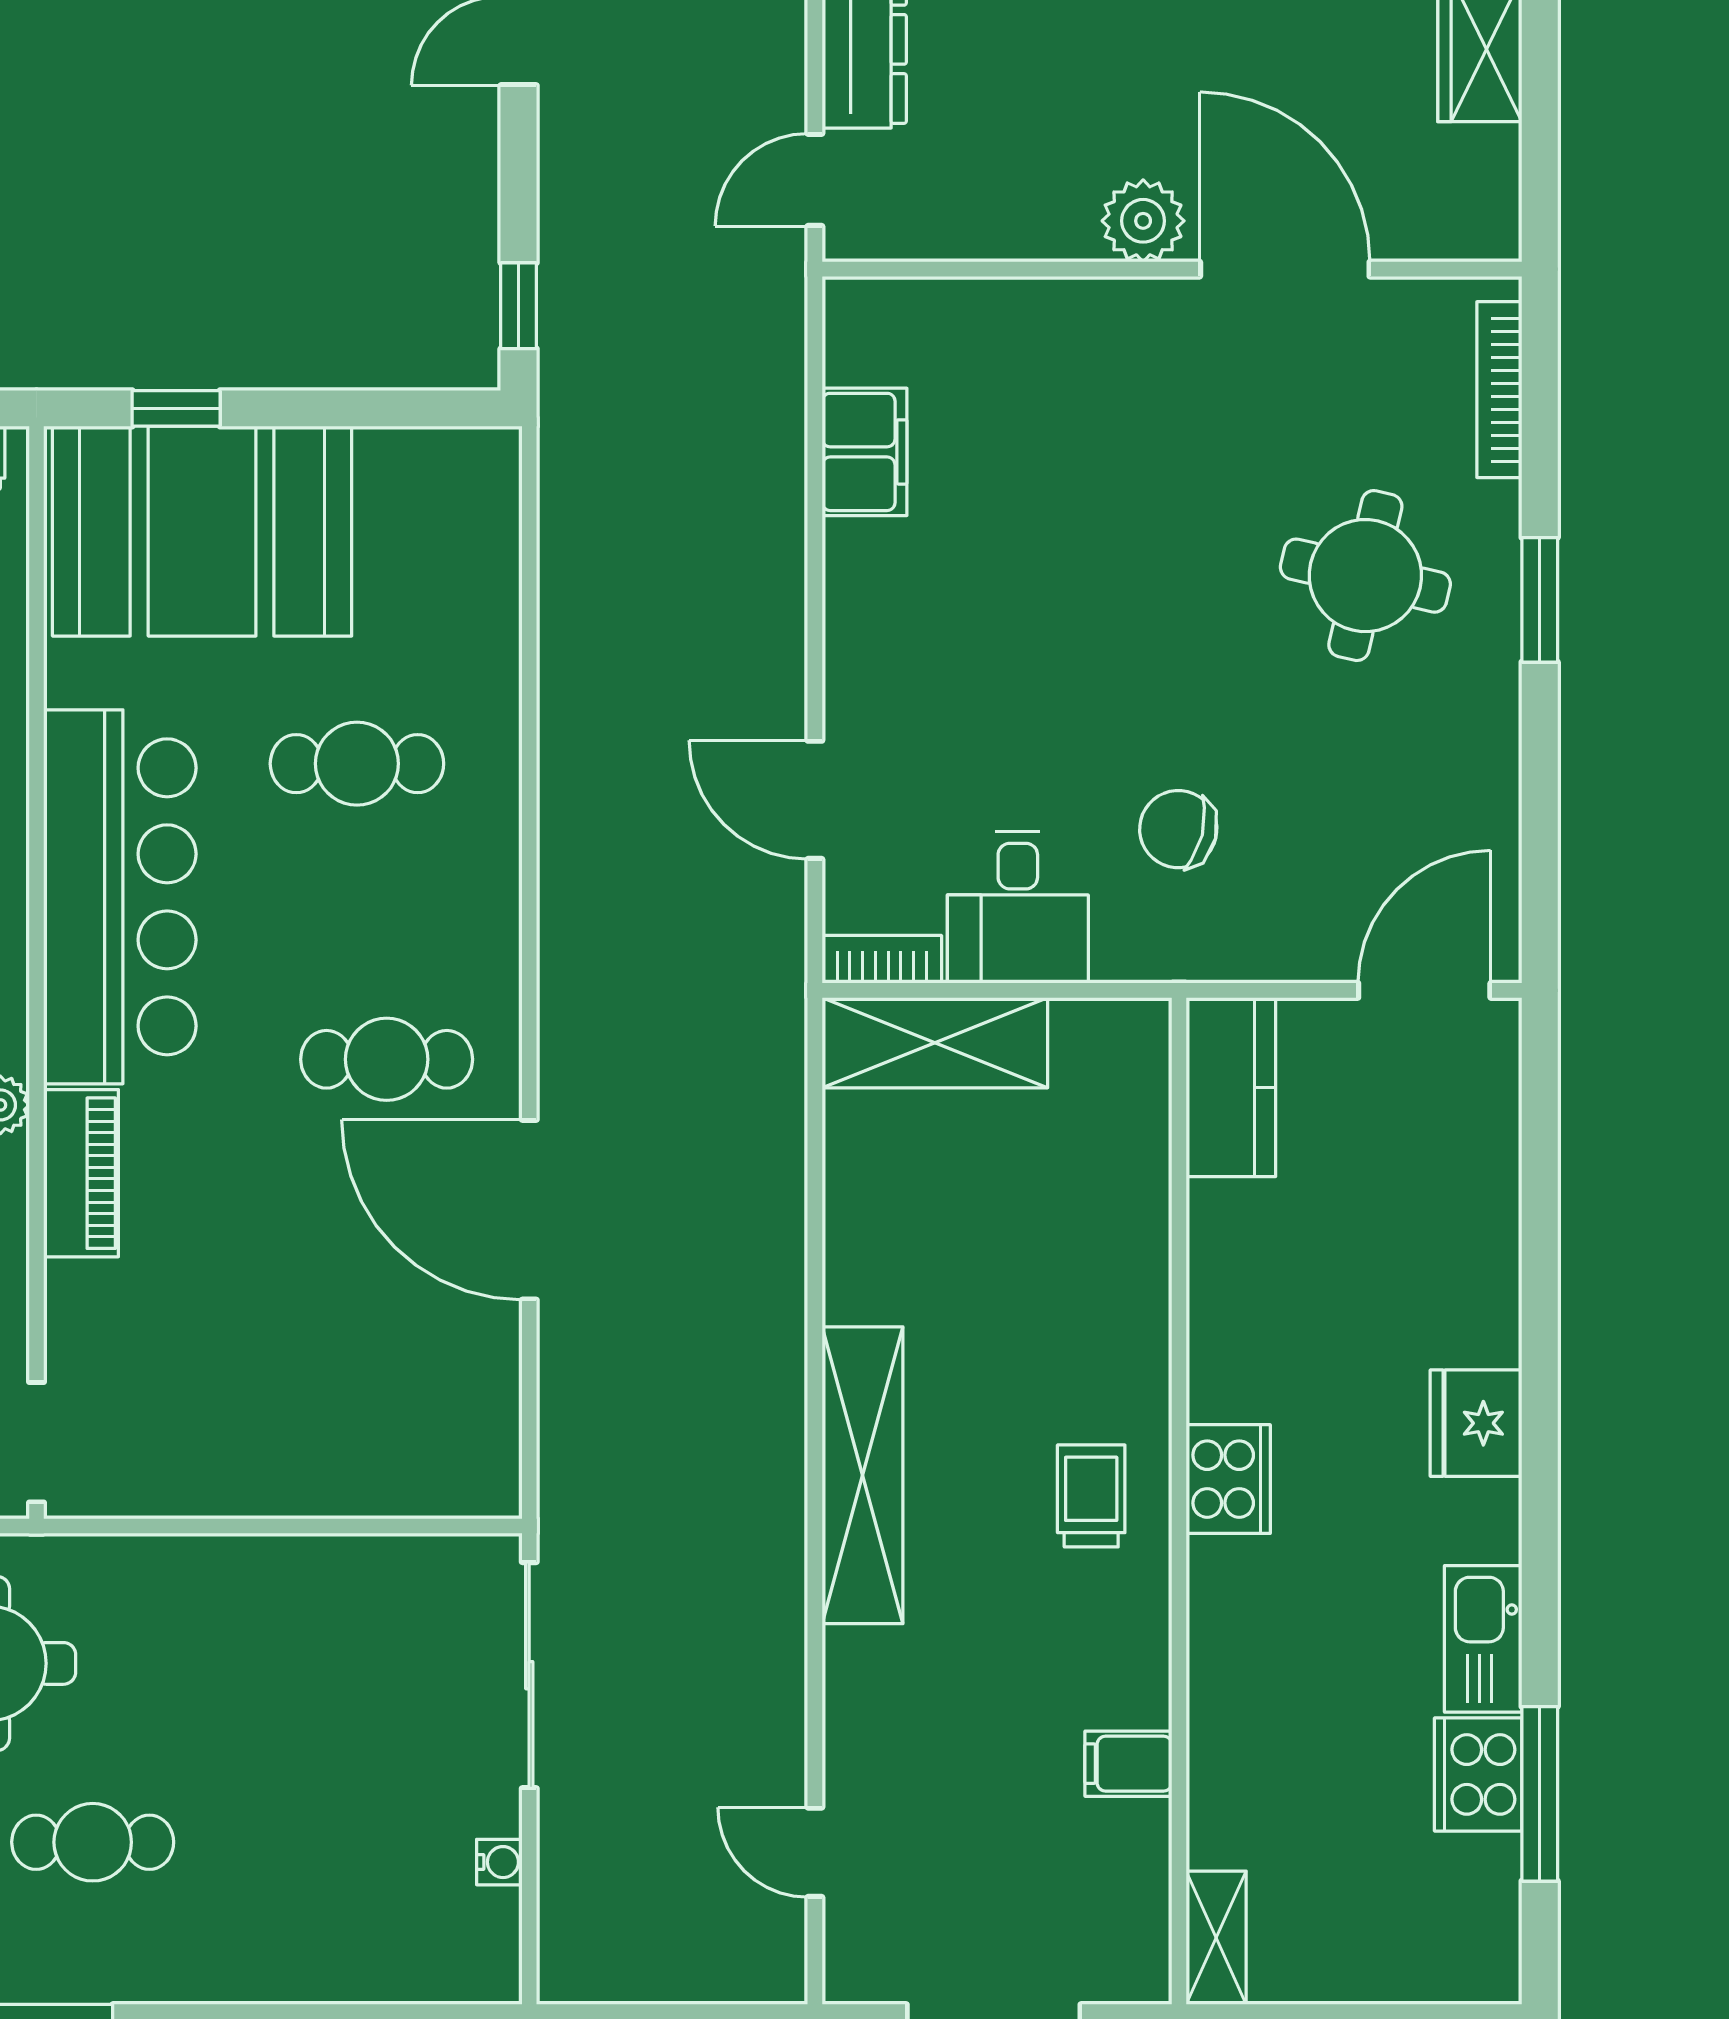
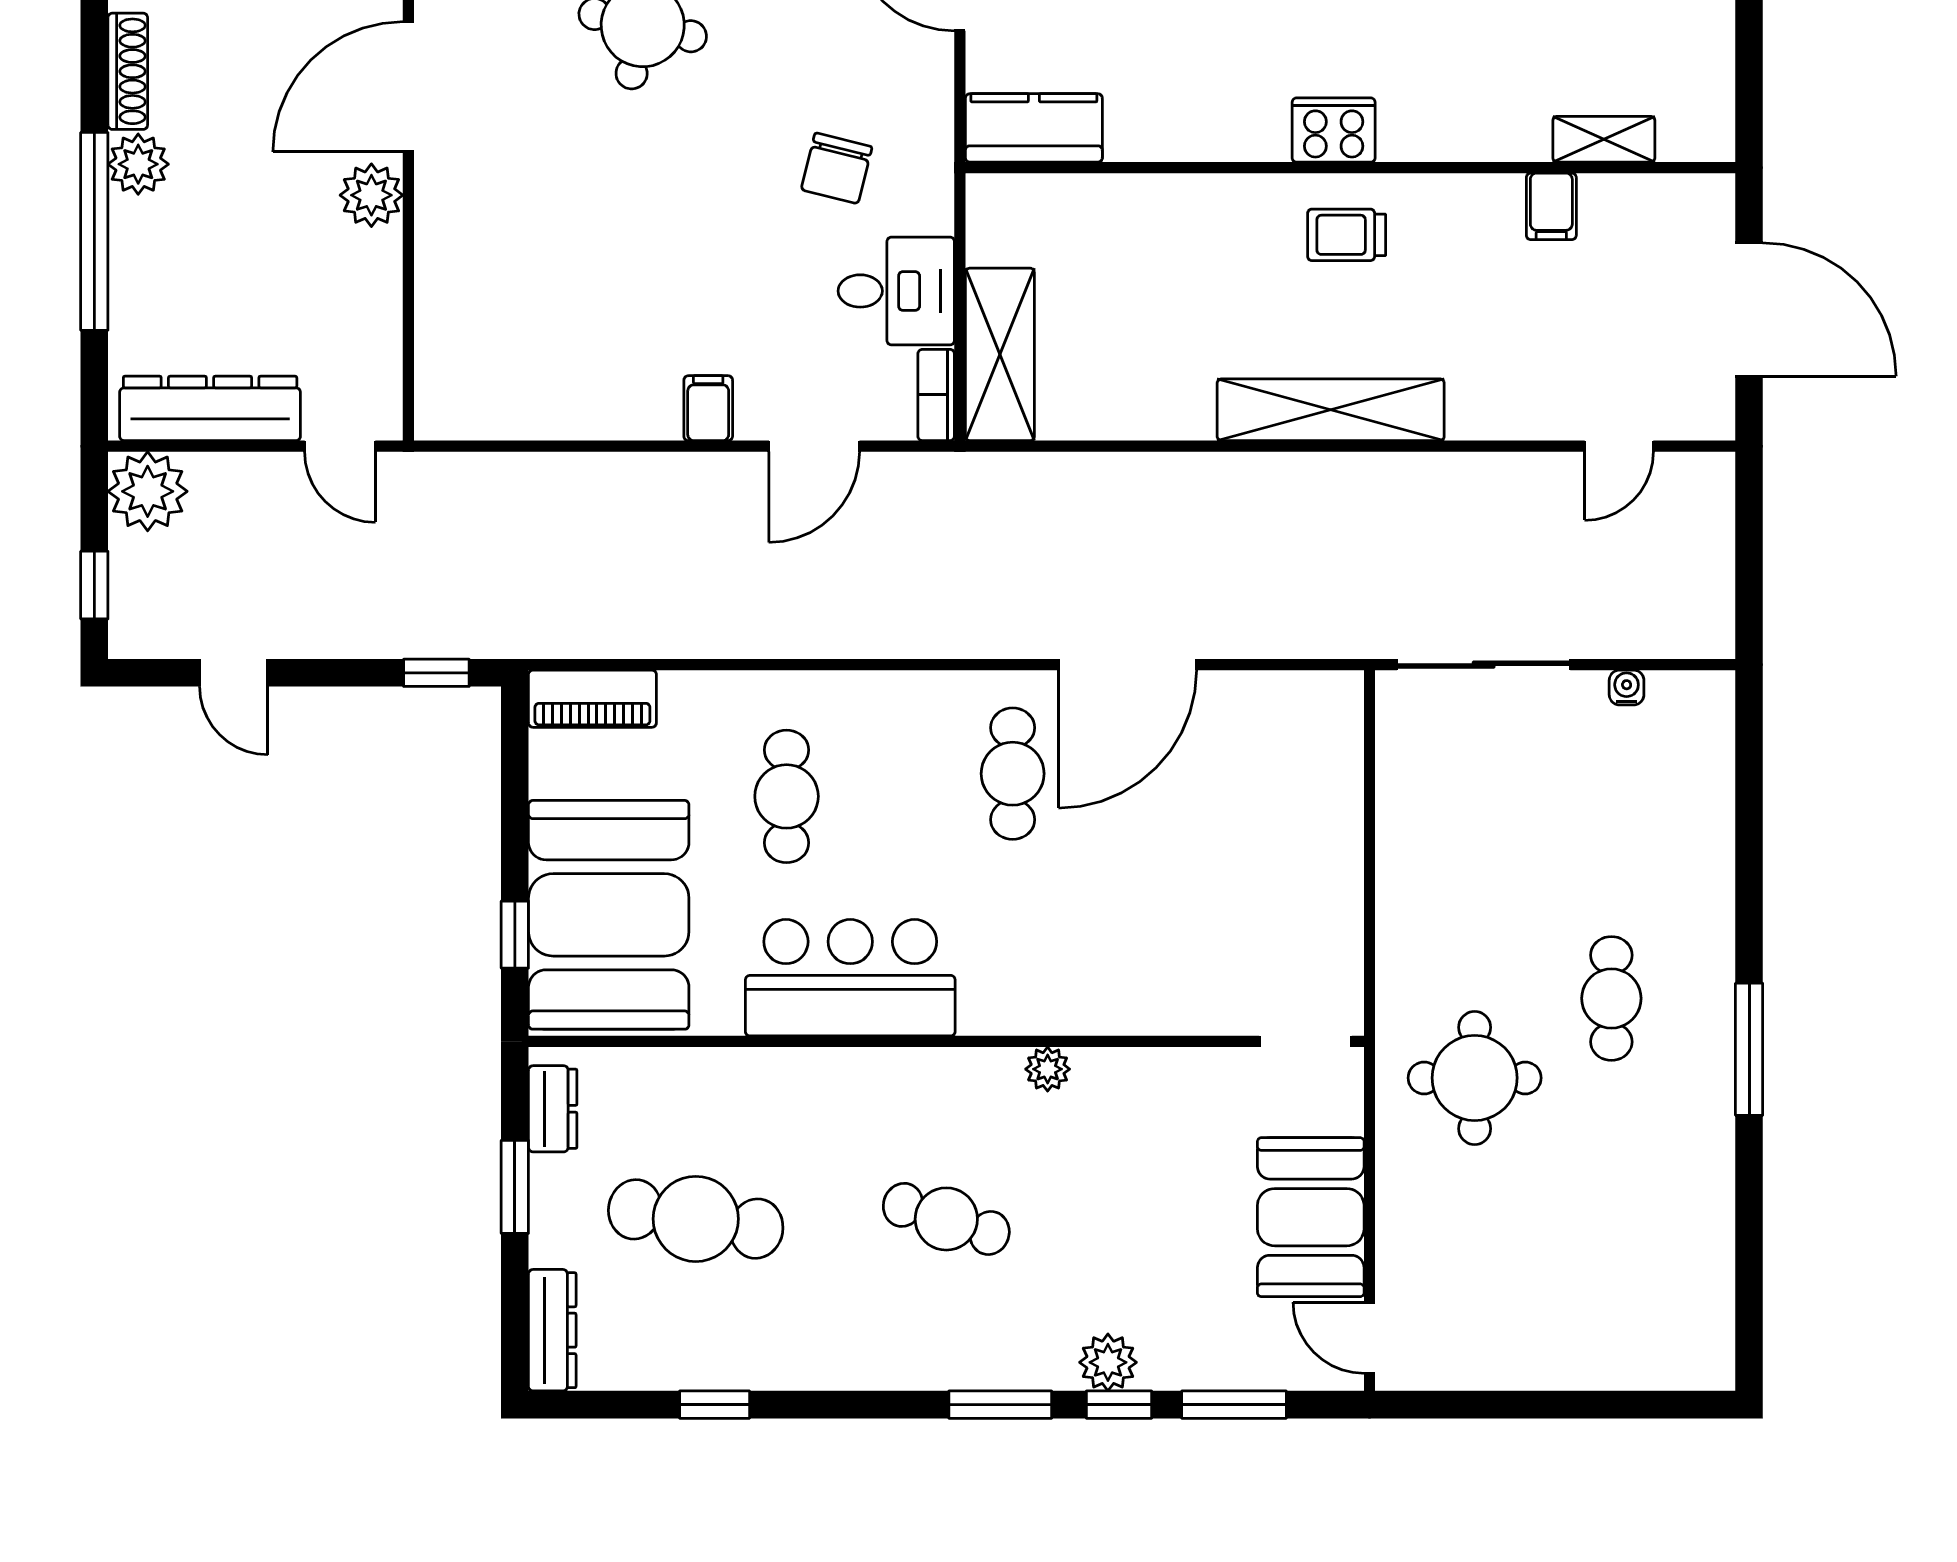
filing cabinet: (865, 452) -> (708, 408), moved, width x0.50
bar counter: (120, 897) -> (850, 978), width x0.73
piano: (81, 1173) -> (592, 699), moved, turned 180
shelving: (1216, 1938) -> (1604, 139), moved

